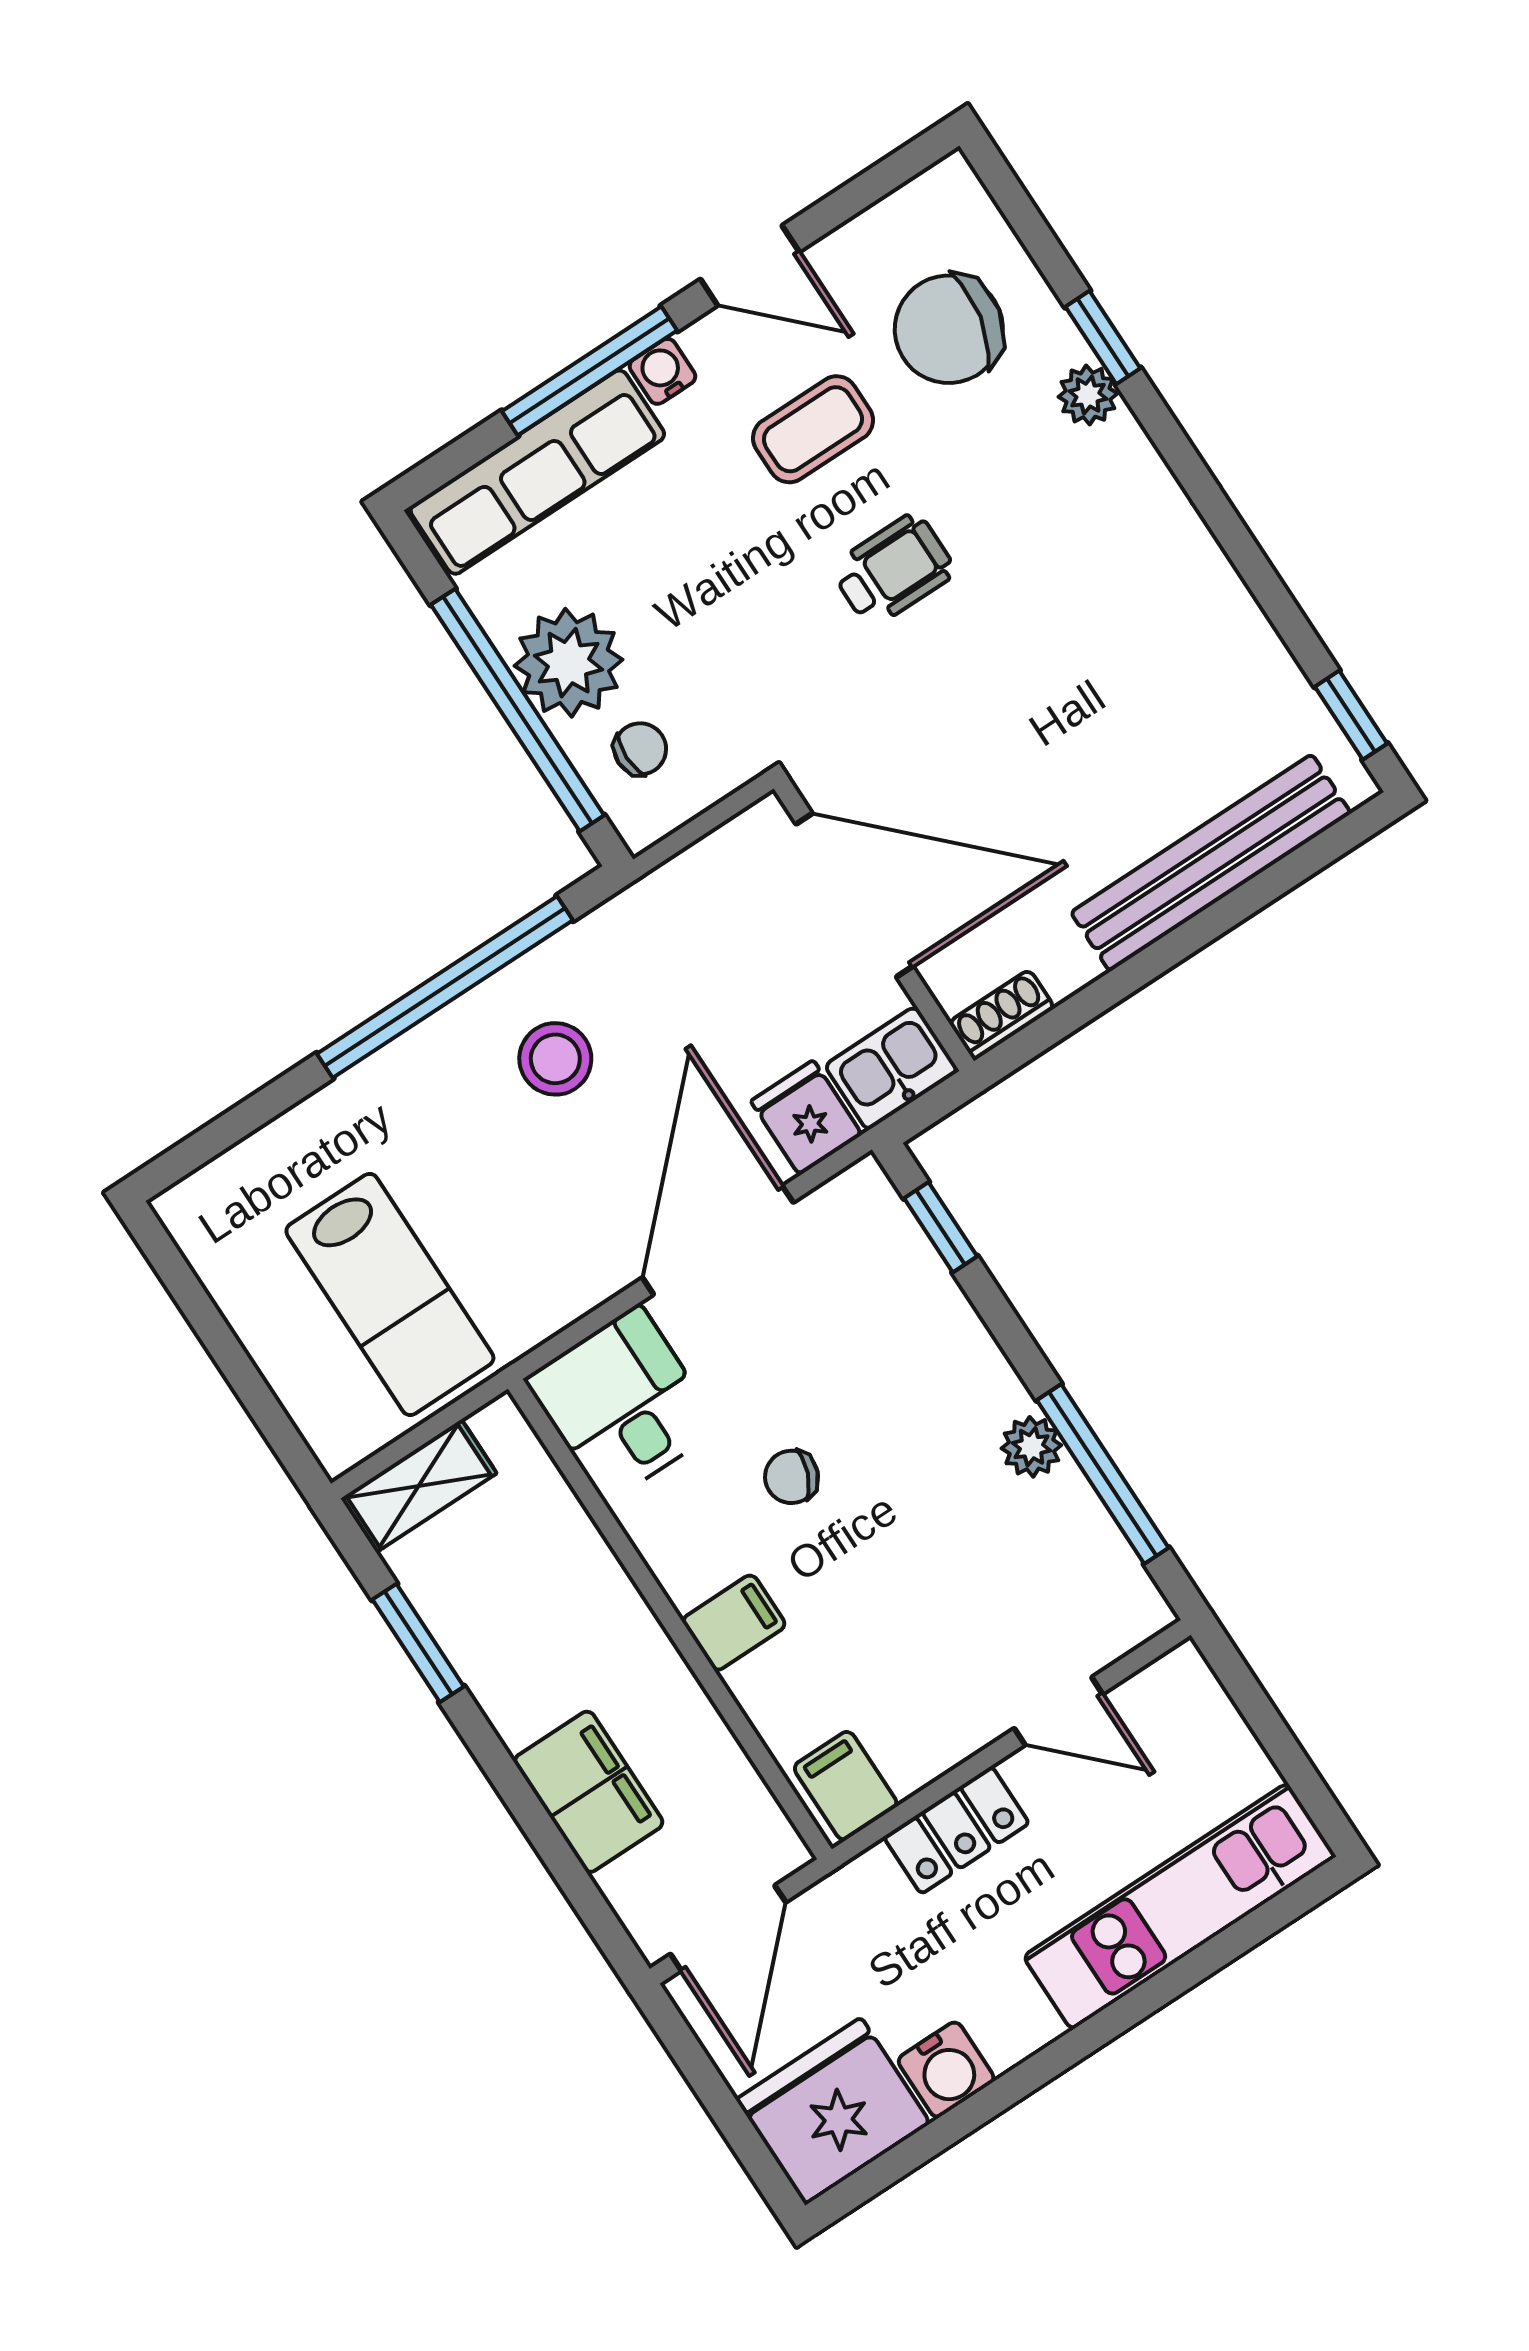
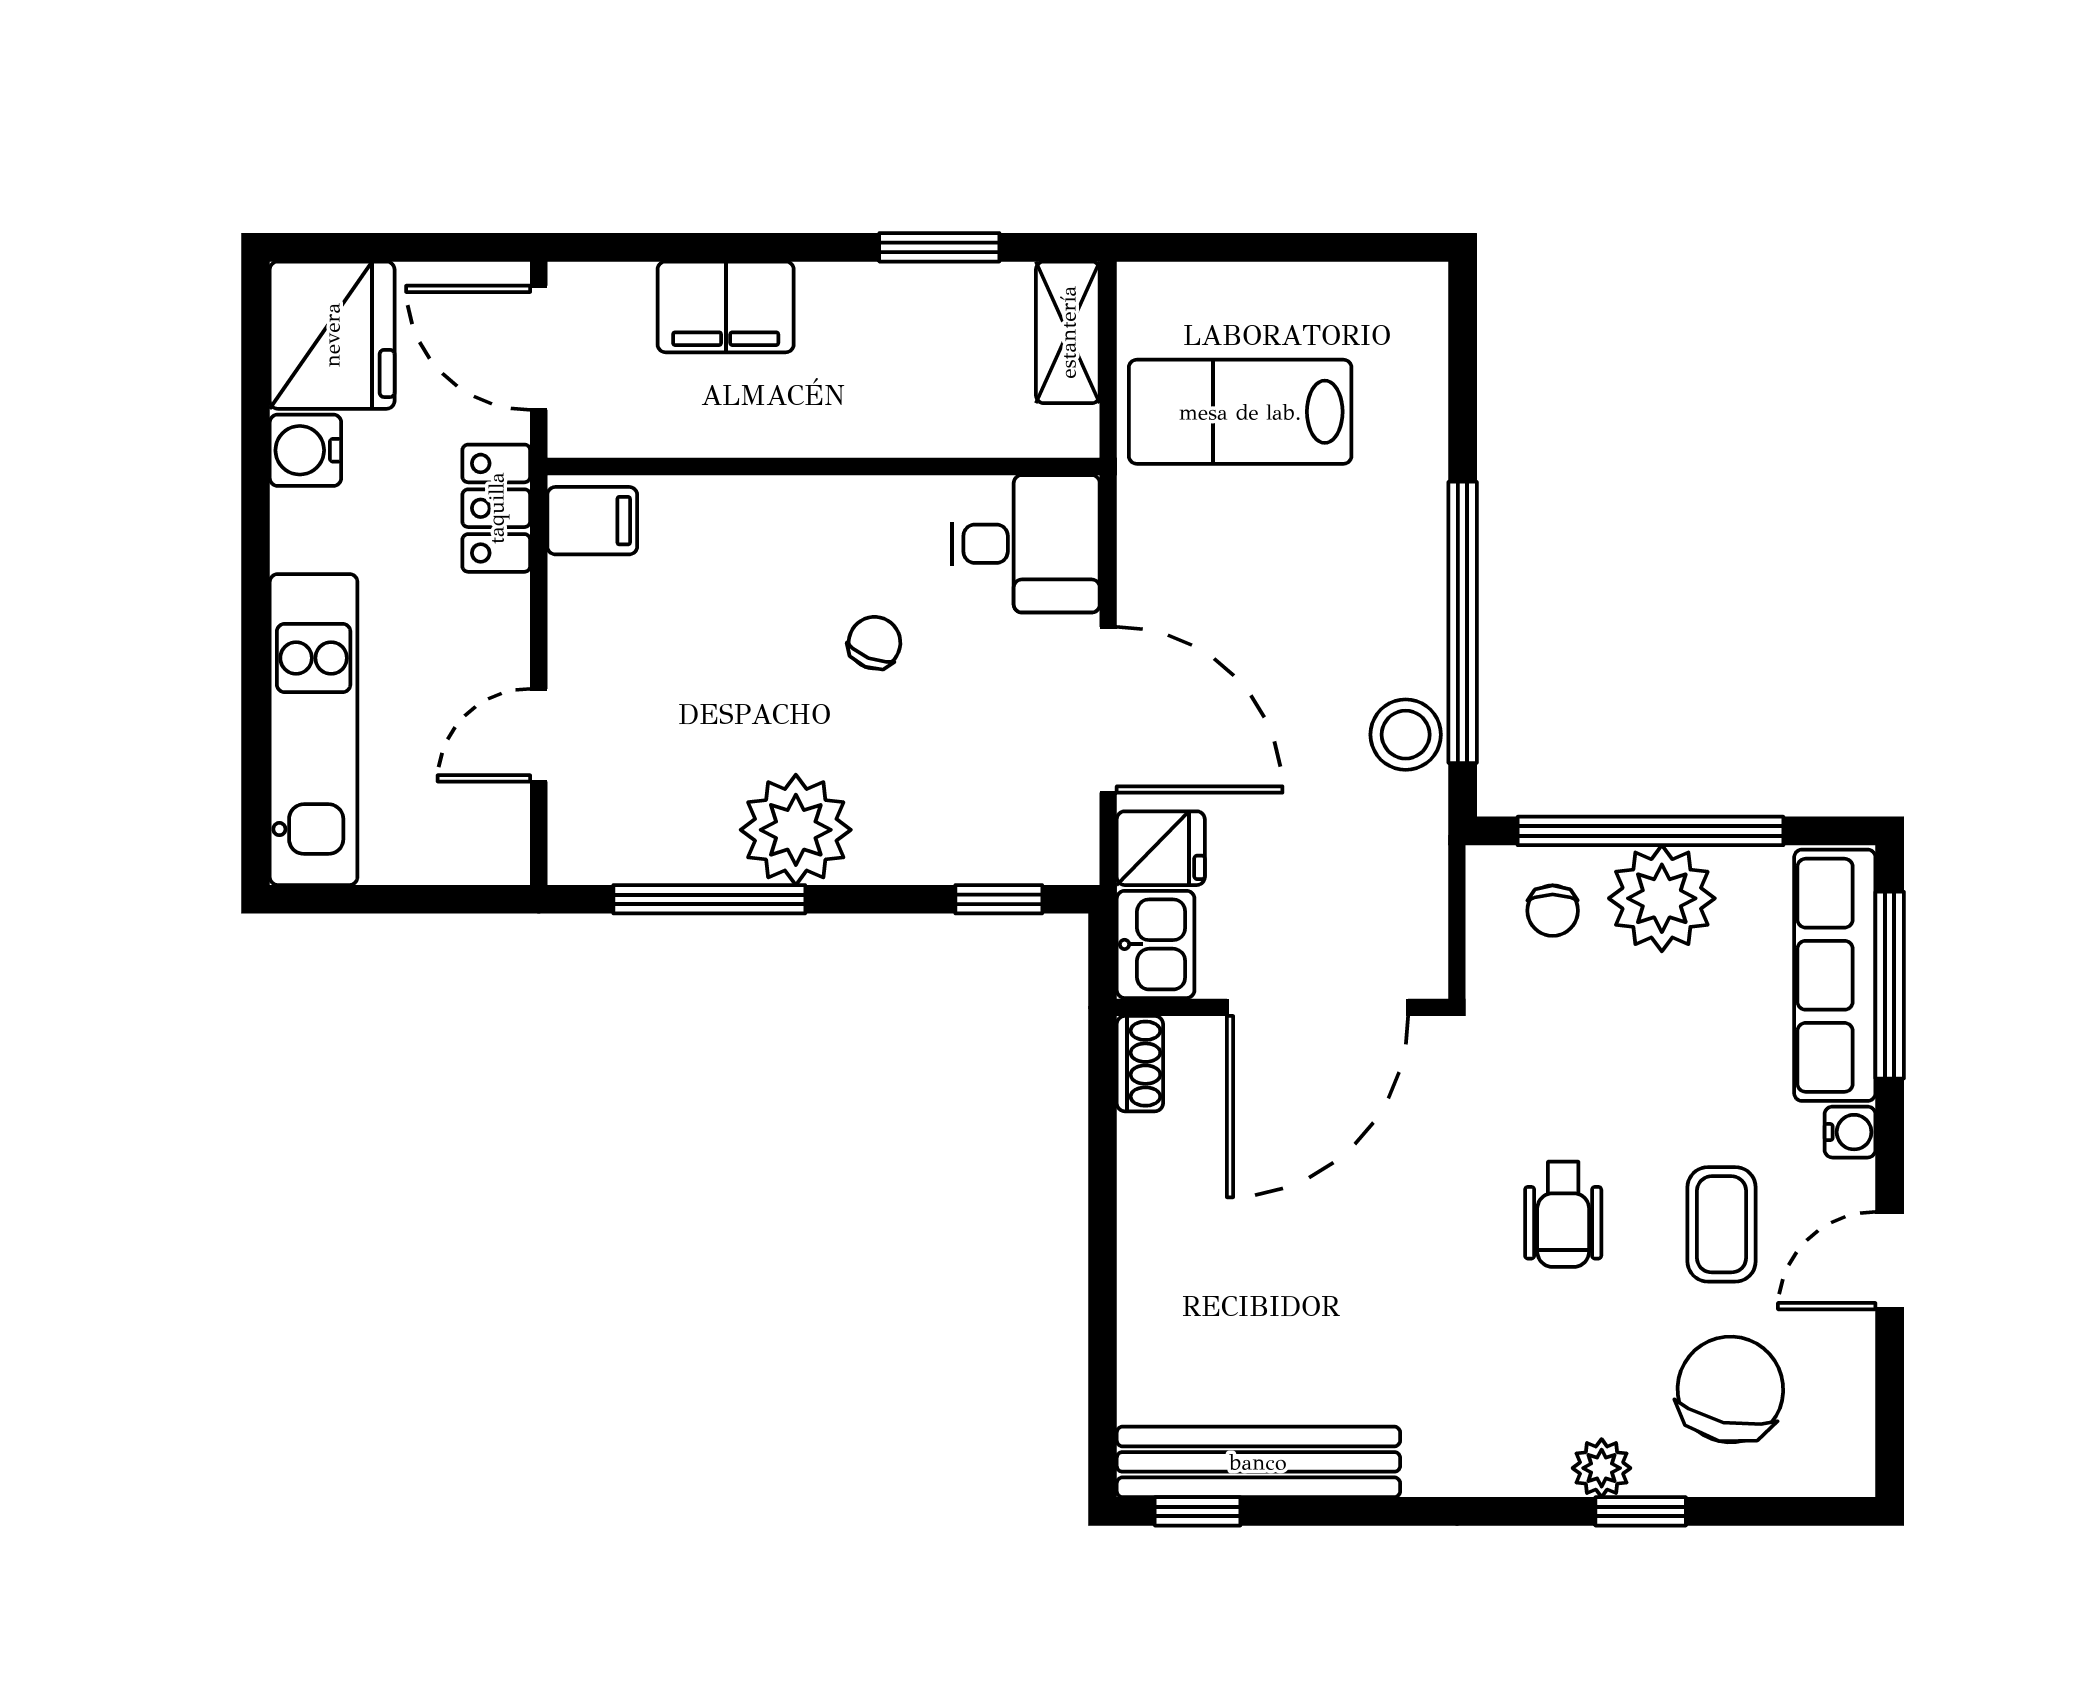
window: (590, 371) -> (1890, 985), moved
bench: (1211, 863) -> (1258, 1462), moved, turned 90
stool: (555, 1059) -> (1406, 735), moved
plant: (1031, 1447) -> (796, 830), width x1.87, depth x1.87
filing cabinet: (734, 1623) -> (786, 517), removed
locker: (956, 1830) -> (496, 508), moved

